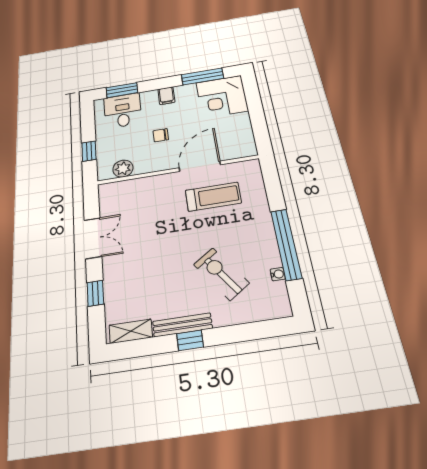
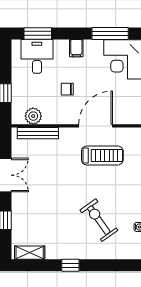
bench: (182, 325) -> (38, 133), moved

